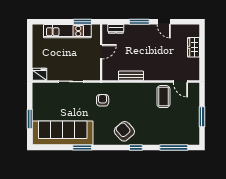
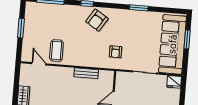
armchair: (124, 131) -> (97, 20), turned 73
sofa: (63, 133) -> (172, 44), moved, turned 90

